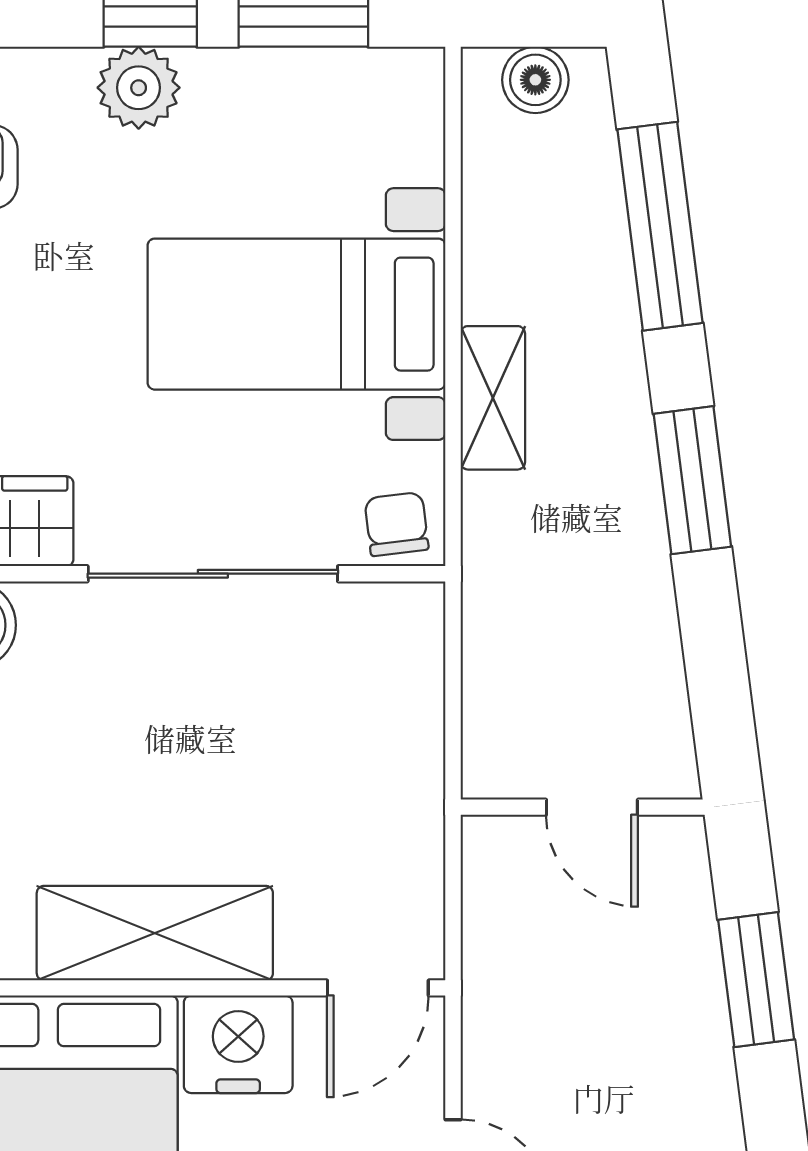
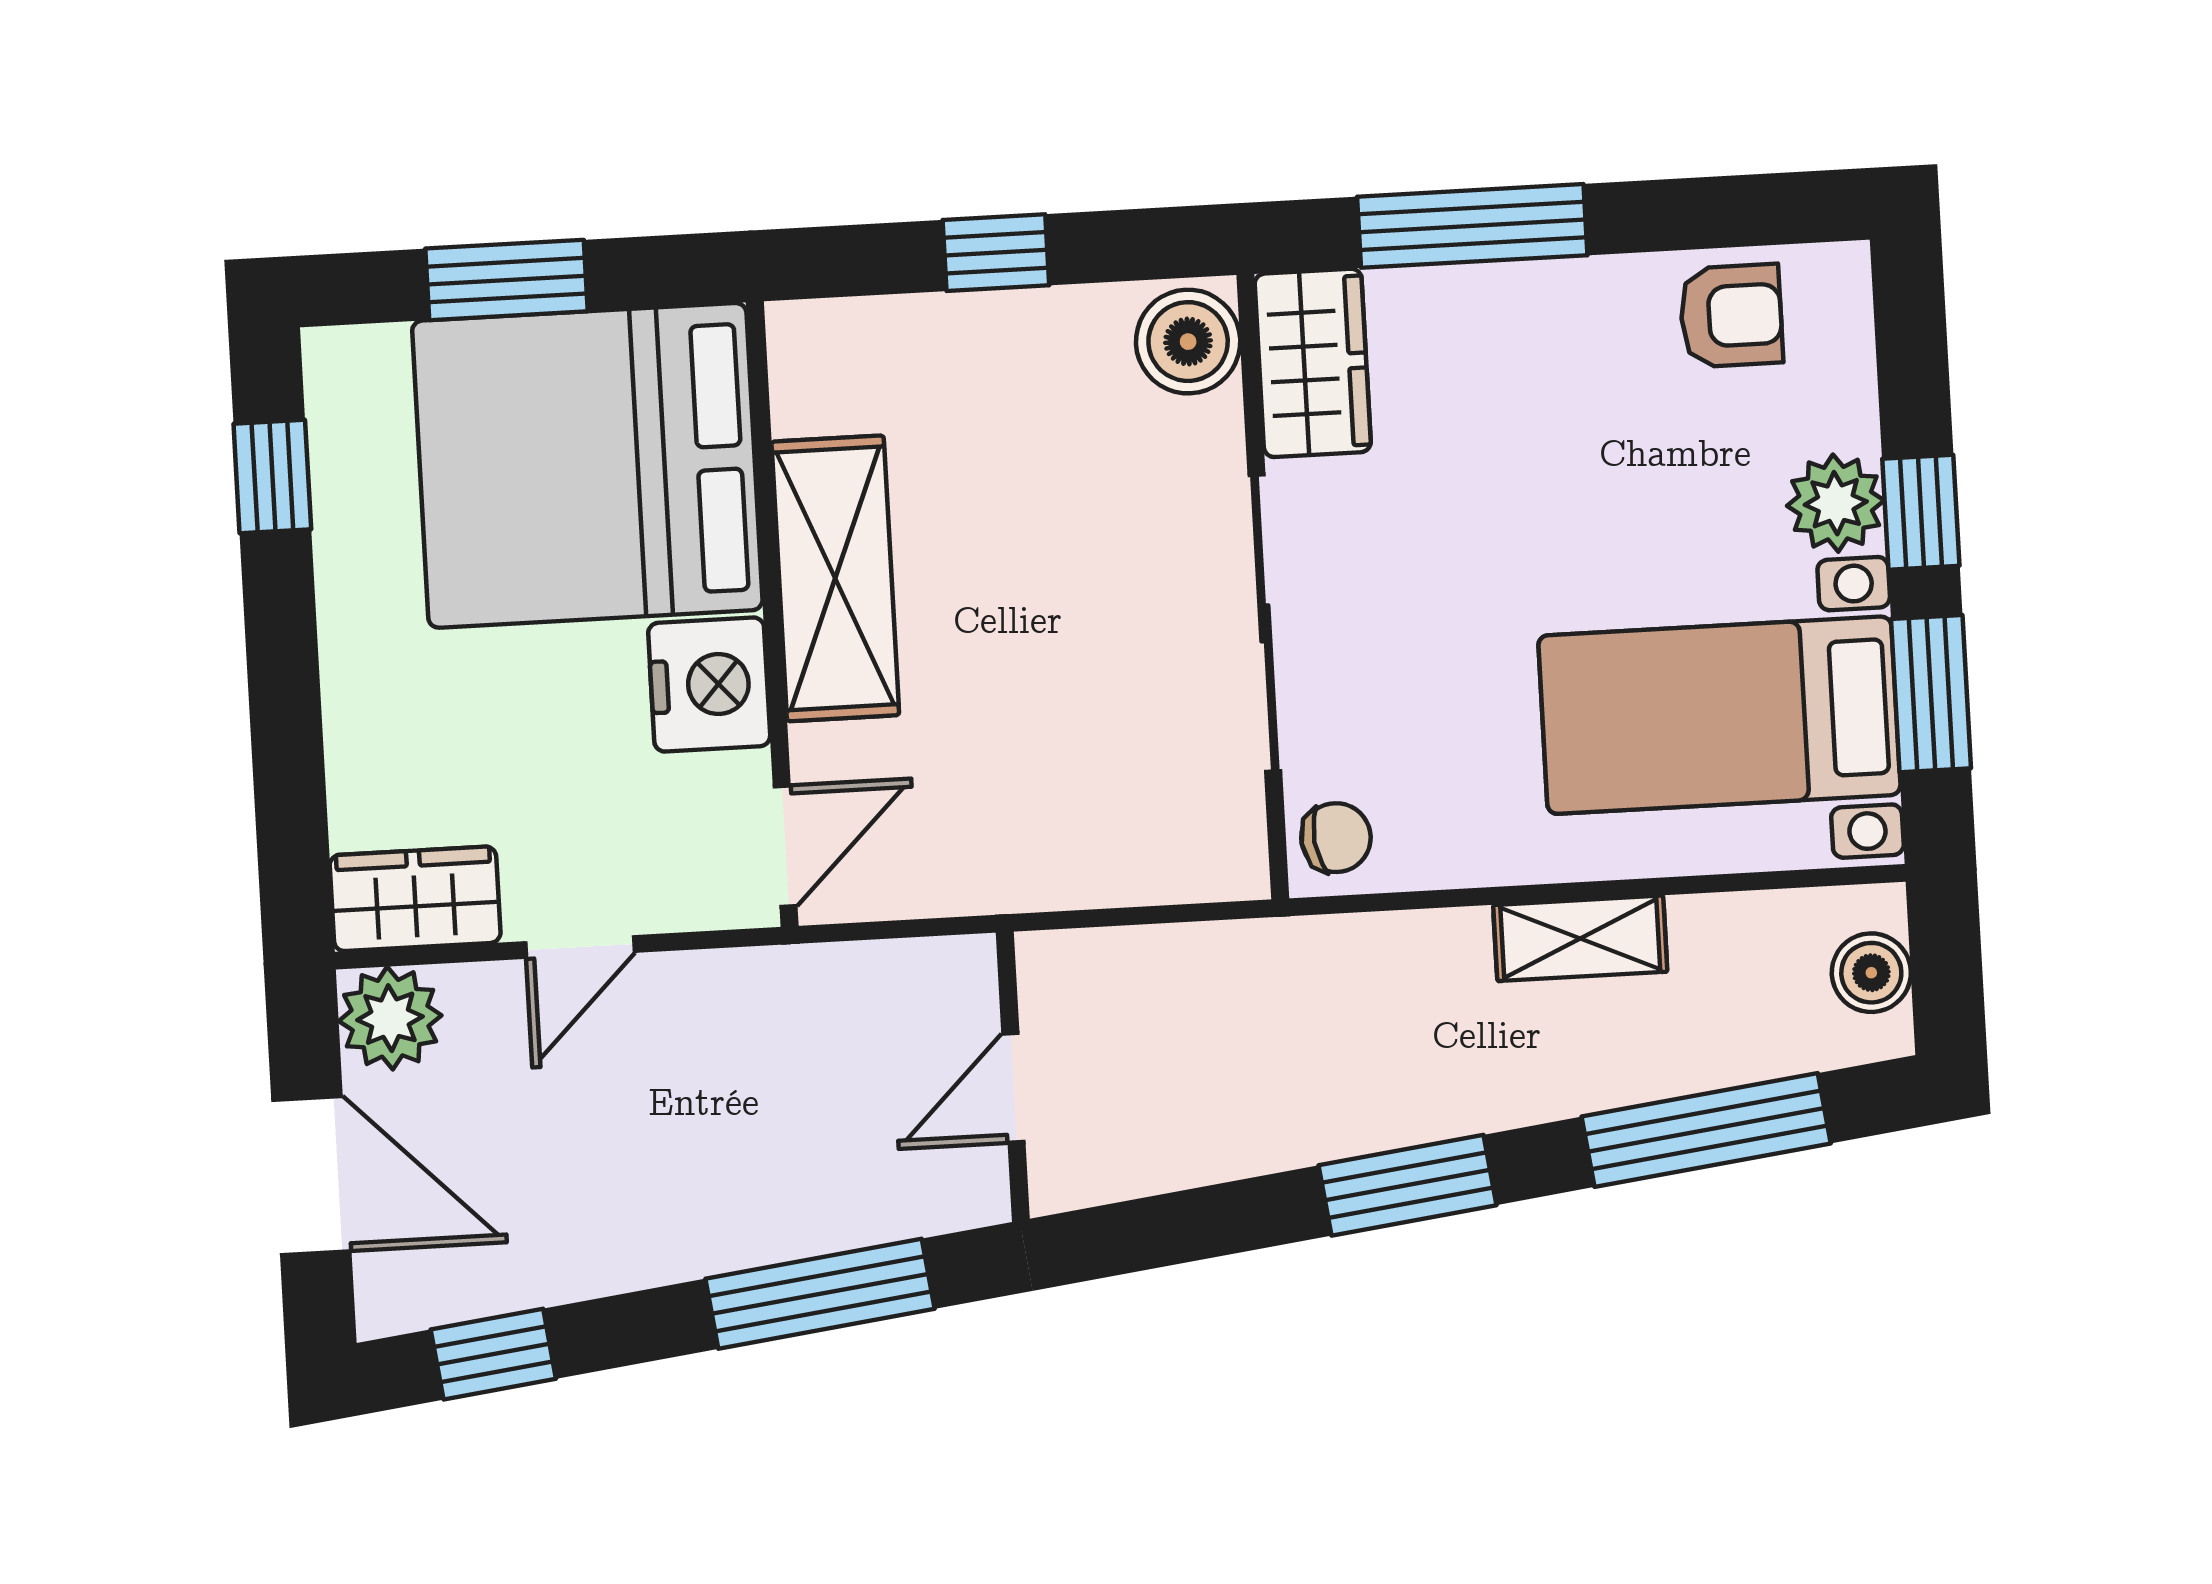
bed with nightstands: (296, 314) -> (1719, 715), moved, turned -90
shelving: (493, 398) -> (1580, 938), moved
window: (756, 980) -> (820, 1294), width x1.44
door: (378, 988) -> (785, 846), swing flipped

